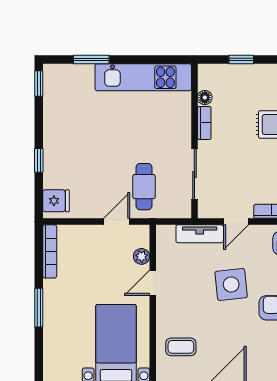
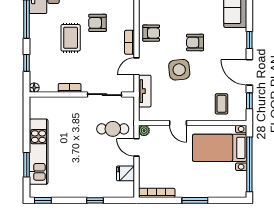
kitchen unit: (143, 77) -> (39, 152), moved
floor lamp: (205, 97) -> (34, 88), moved
fridge: (56, 201) -> (125, 173), moved, turned -90
door: (236, 222) -> (137, 66), swing flipped
plant: (142, 256) -> (144, 131), moved

